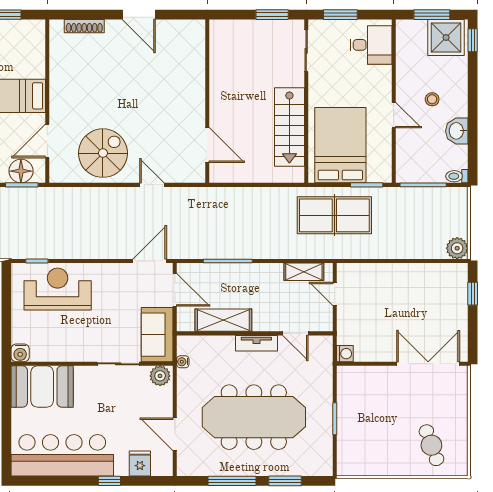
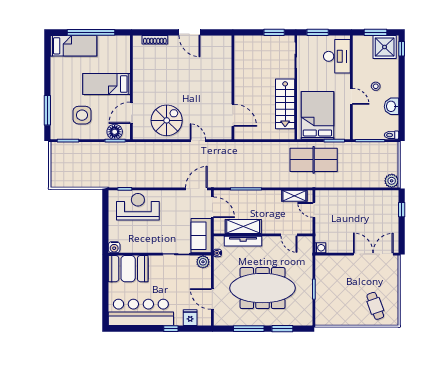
desk: (371, 45) -> (337, 56), width x1.37
tv unit: (256, 343) -> (243, 241), moved, width x1.41

